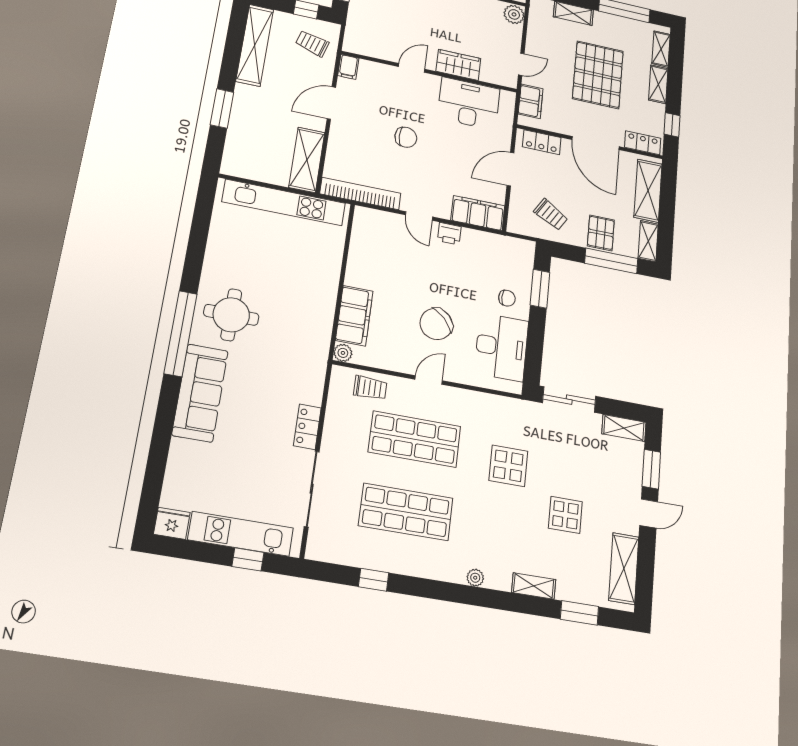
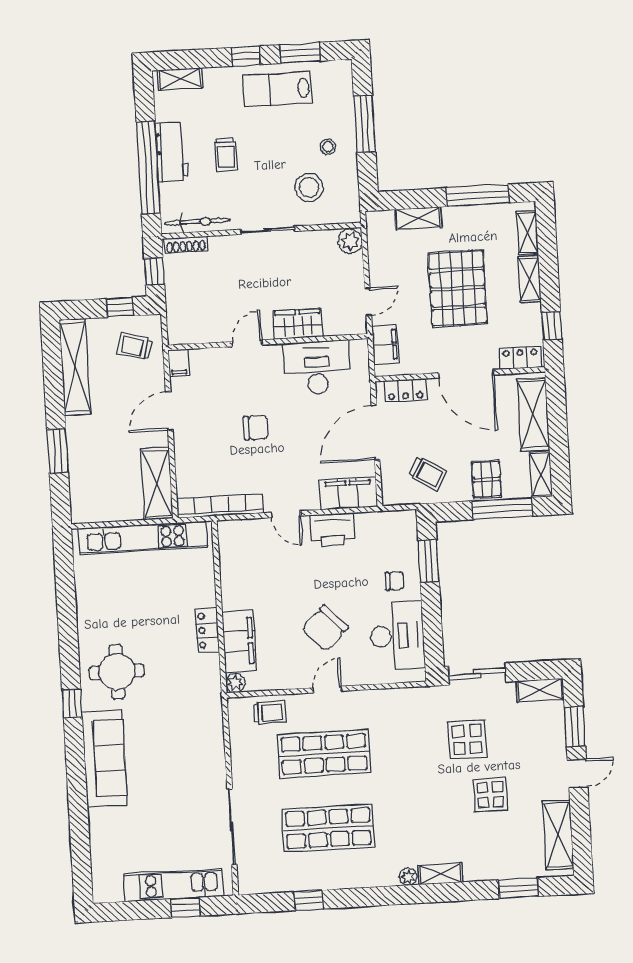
door: (510, 169) -> (376, 433), width x1.36
printer: (449, 234) -> (332, 530), width x1.87, depth x1.48
window: (181, 334) -> (72, 704), width x0.32
locker: (307, 427) -> (207, 630), moved
display table: (508, 466) -> (467, 739), moved
fridge: (172, 523) -> (107, 890), removed
shelving: (534, 586) -> (440, 874), moved

